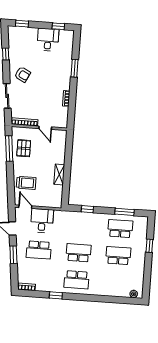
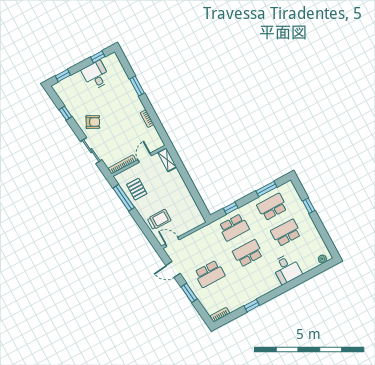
door: (45, 128) -> (145, 158), swing flipped
shelving: (59, 174) -> (167, 160), moved
desk: (42, 221) -> (287, 269), moved, turned 180
school desk: (77, 280) -> (234, 227), moved

